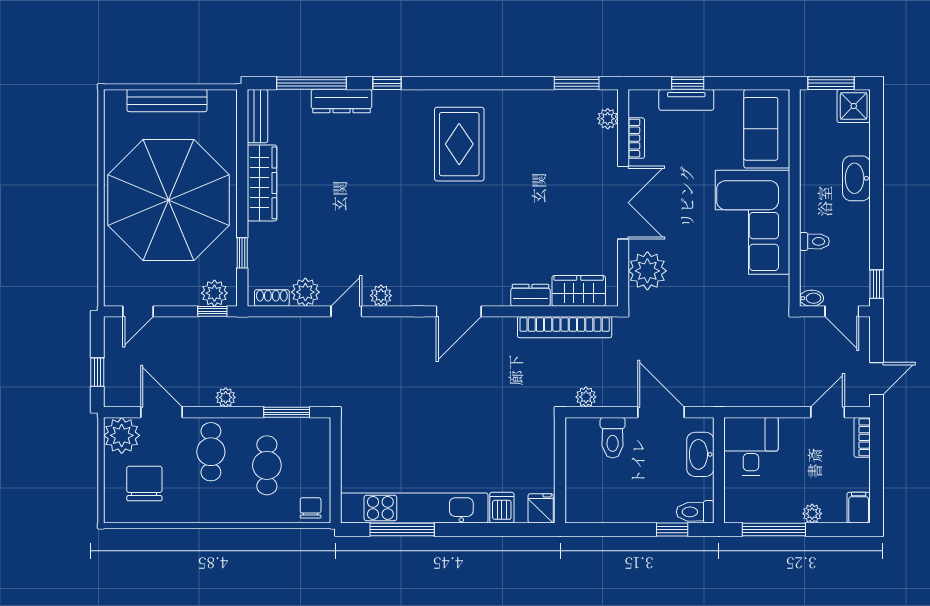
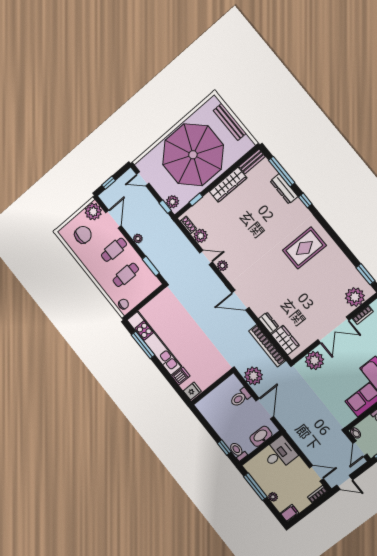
plant: (608, 119) -> (355, 297), width x1.88, depth x1.88
plant: (586, 397) -> (253, 376), width x1.88, depth x1.88

